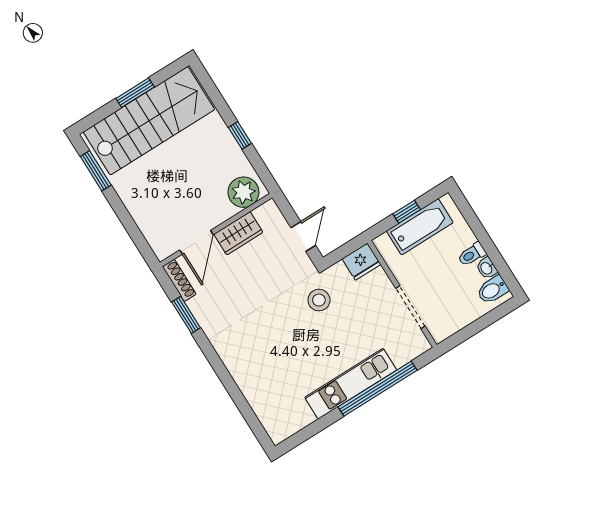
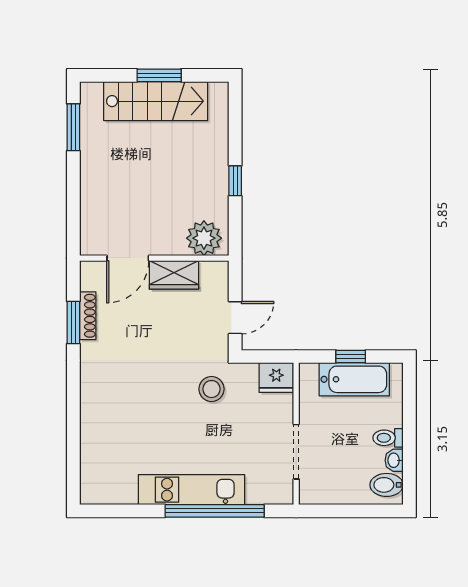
stairs: (149, 121) -> (156, 101), width x0.73, depth x0.66
shoe rack: (179, 280) -> (88, 316), moved

